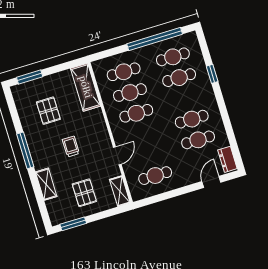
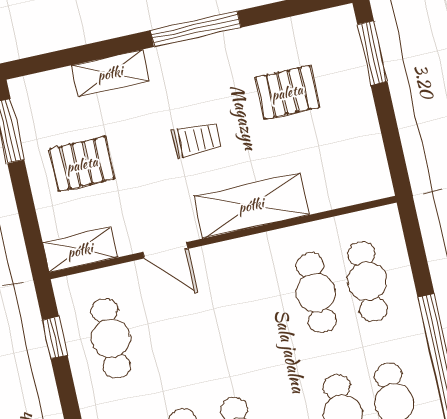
shelving: (86, 87) -> (251, 205), moved
cafe table: (136, 113) -> (265, 304), removed
window: (157, 199) -> (55, 338), added

